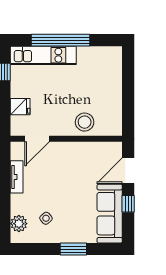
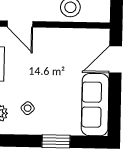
door: (37, 139) -> (20, 24), hinge flipped
window: (128, 204) -> (115, 95), removed

